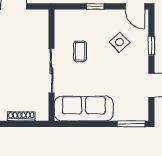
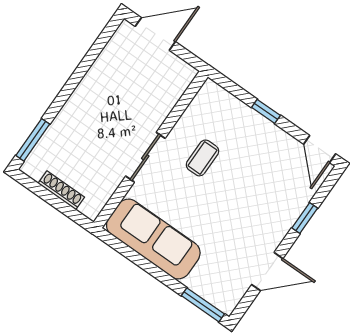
side table: (119, 42) -> (265, 183), removed
sliding door: (52, 71) -> (145, 157), width x0.73

